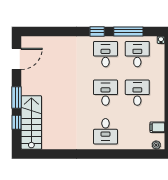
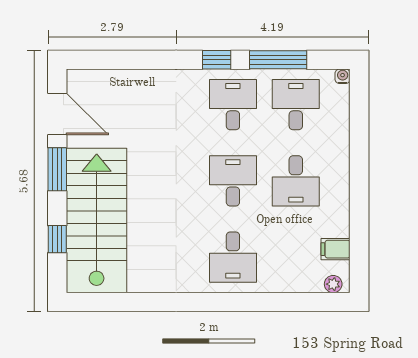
door: (17, 59) -> (57, 114), hinge flipped
desk: (137, 93) -> (296, 181), turned 180
window: (17, 98) -> (57, 169), moved
stairs: (31, 123) -> (97, 220), width x1.36, depth x1.51

